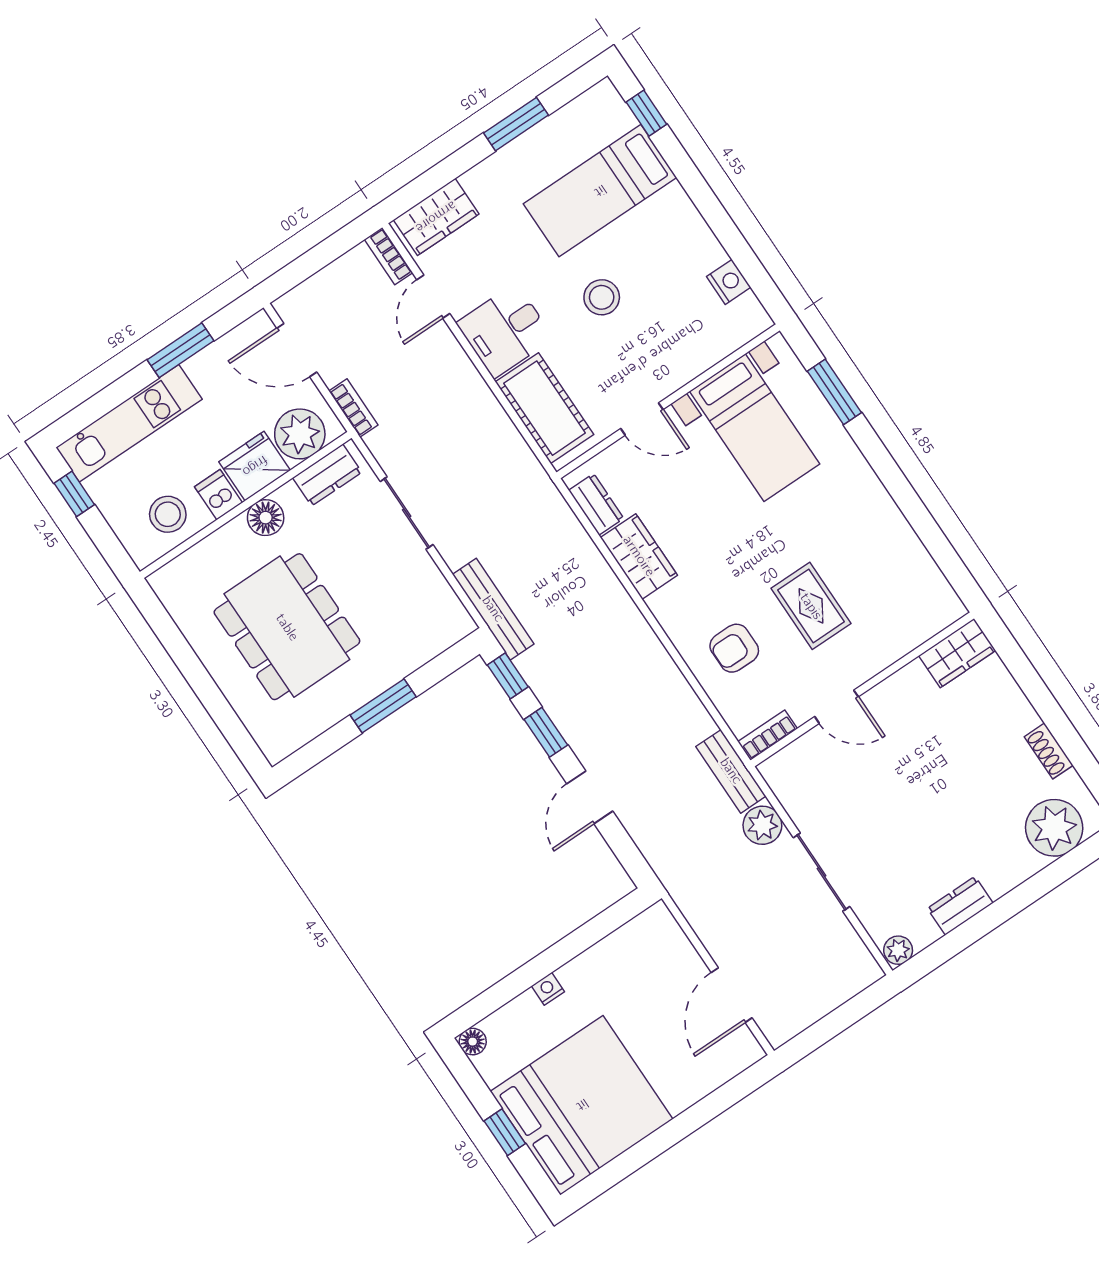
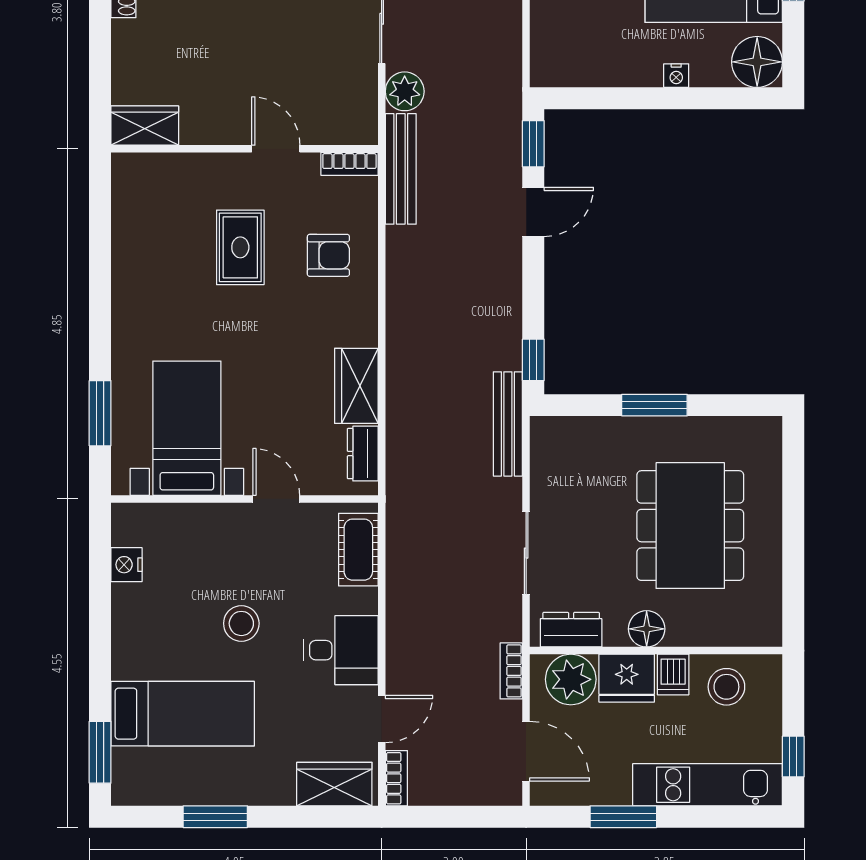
window: (646, 113) -> (100, 752), width x1.50
cot: (545, 408) -> (358, 550), width x0.73, depth x0.75
window: (546, 732) -> (533, 144), moved
bench: (731, 771) -> (401, 169), width x1.36
floor lamp: (473, 1042) -> (757, 62), width x1.89, depth x1.89

